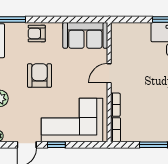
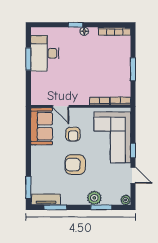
armchair: (37, 33) -> (73, 134), moved
door: (109, 73) -> (61, 106), moved

